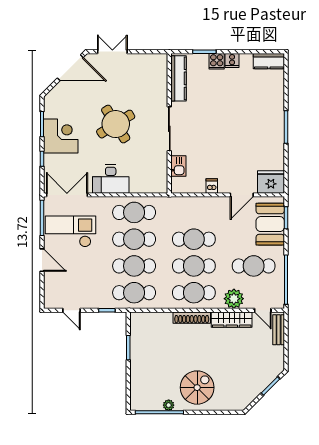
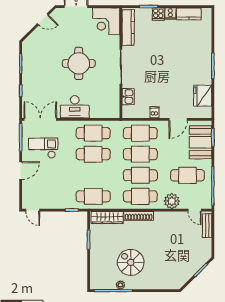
kitchen counter: (269, 61) -> (189, 14), moved
door: (70, 68) -> (43, 19), width x0.53
round table: (116, 124) -> (79, 63), turned 32
corner desk: (61, 136) -> (106, 21), moved, turned 180
fridge: (271, 182) -> (203, 96), moved, turned -90
checkout: (71, 231) -> (43, 148), width x0.73, depth x0.83
door: (42, 260) -> (21, 171), hinge flipped
cafe table: (134, 266) -> (140, 133), moved
door: (71, 310) -> (33, 210), moved
wardrobe: (232, 320) -> (107, 218), moved
spiral stairs: (197, 388) -> (131, 262), moved, turned -90

